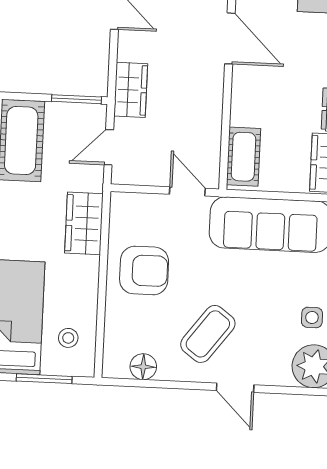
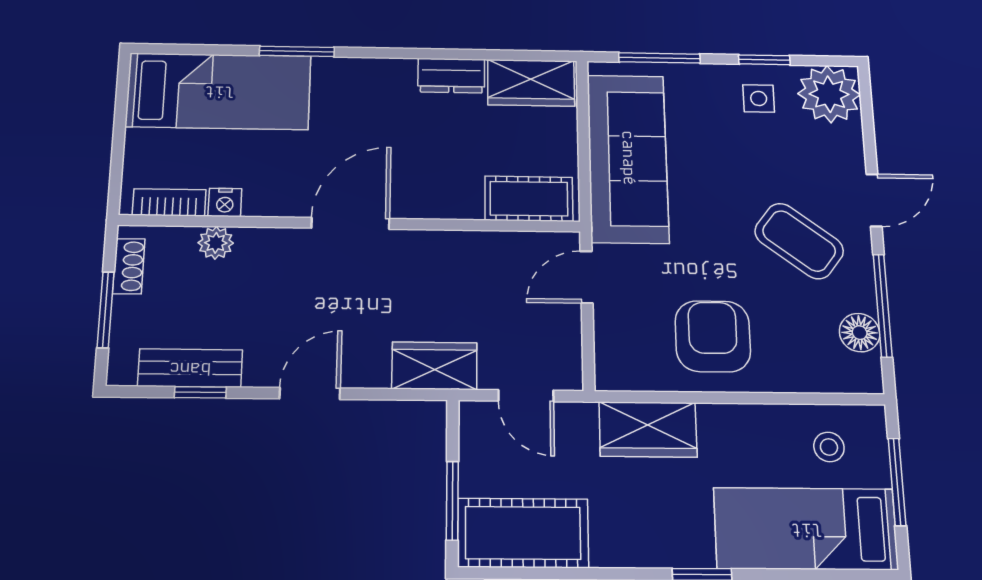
window: (76, 99) -> (452, 501), moved
window: (161, 384) -> (883, 305), added

